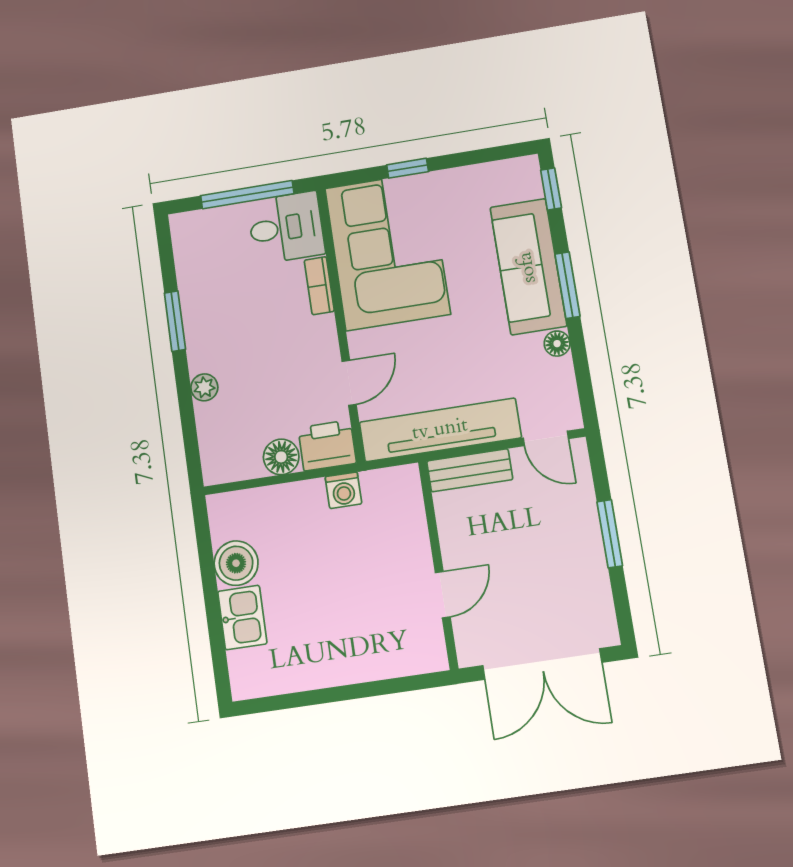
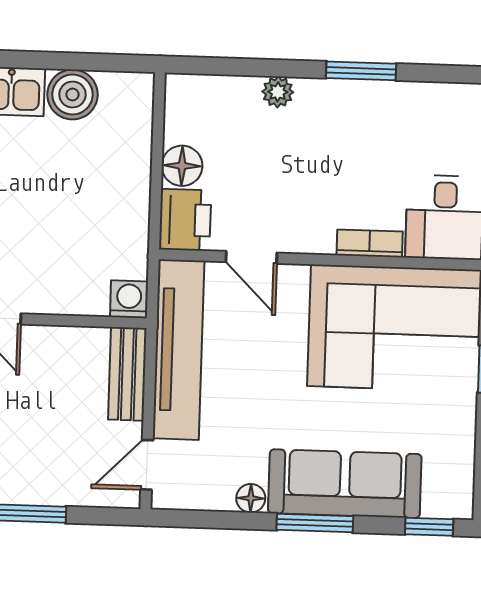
washing machine: (343, 490) -> (129, 299), moved, turned 90

